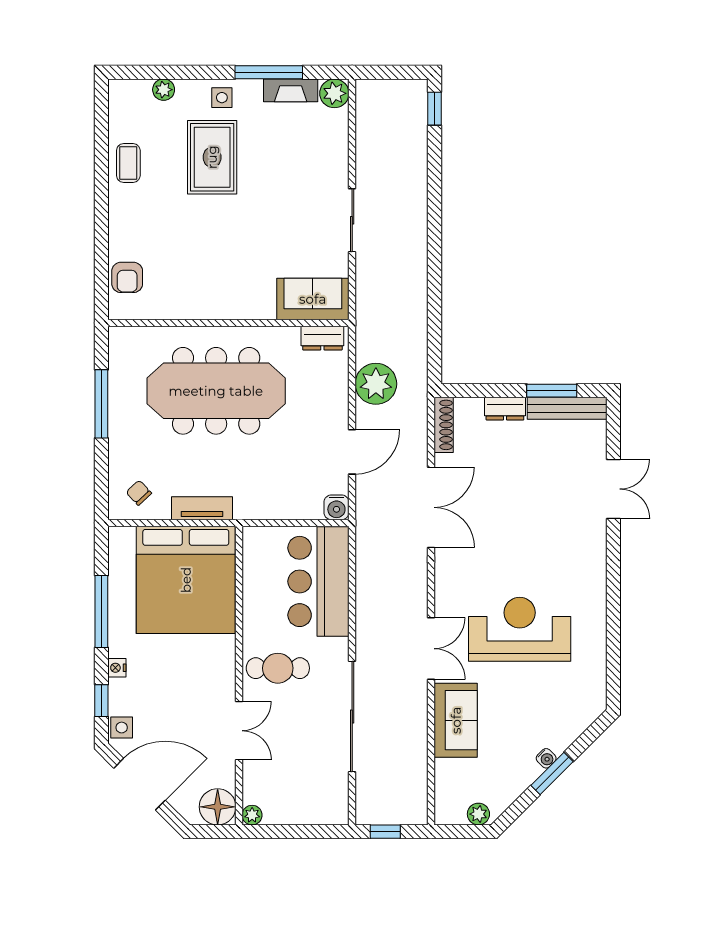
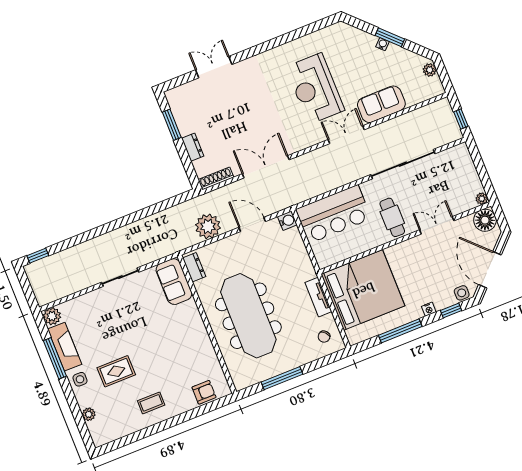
fireplace: (291, 90) -> (65, 347), width x1.37, depth x1.32
rug: (212, 157) -> (116, 371), width x0.73, depth x0.70
coffee table: (128, 163) -> (151, 403), moved
bench: (567, 408) -> (178, 112), removed

